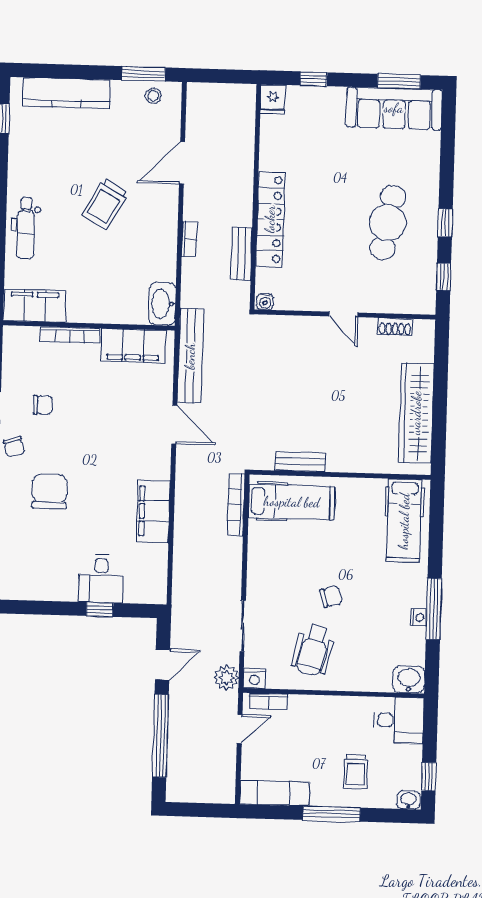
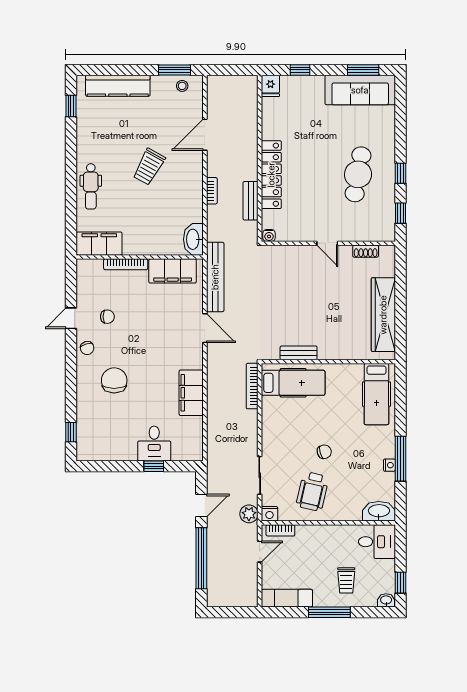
washbasin: (409, 679) -> (379, 511), width x1.38

